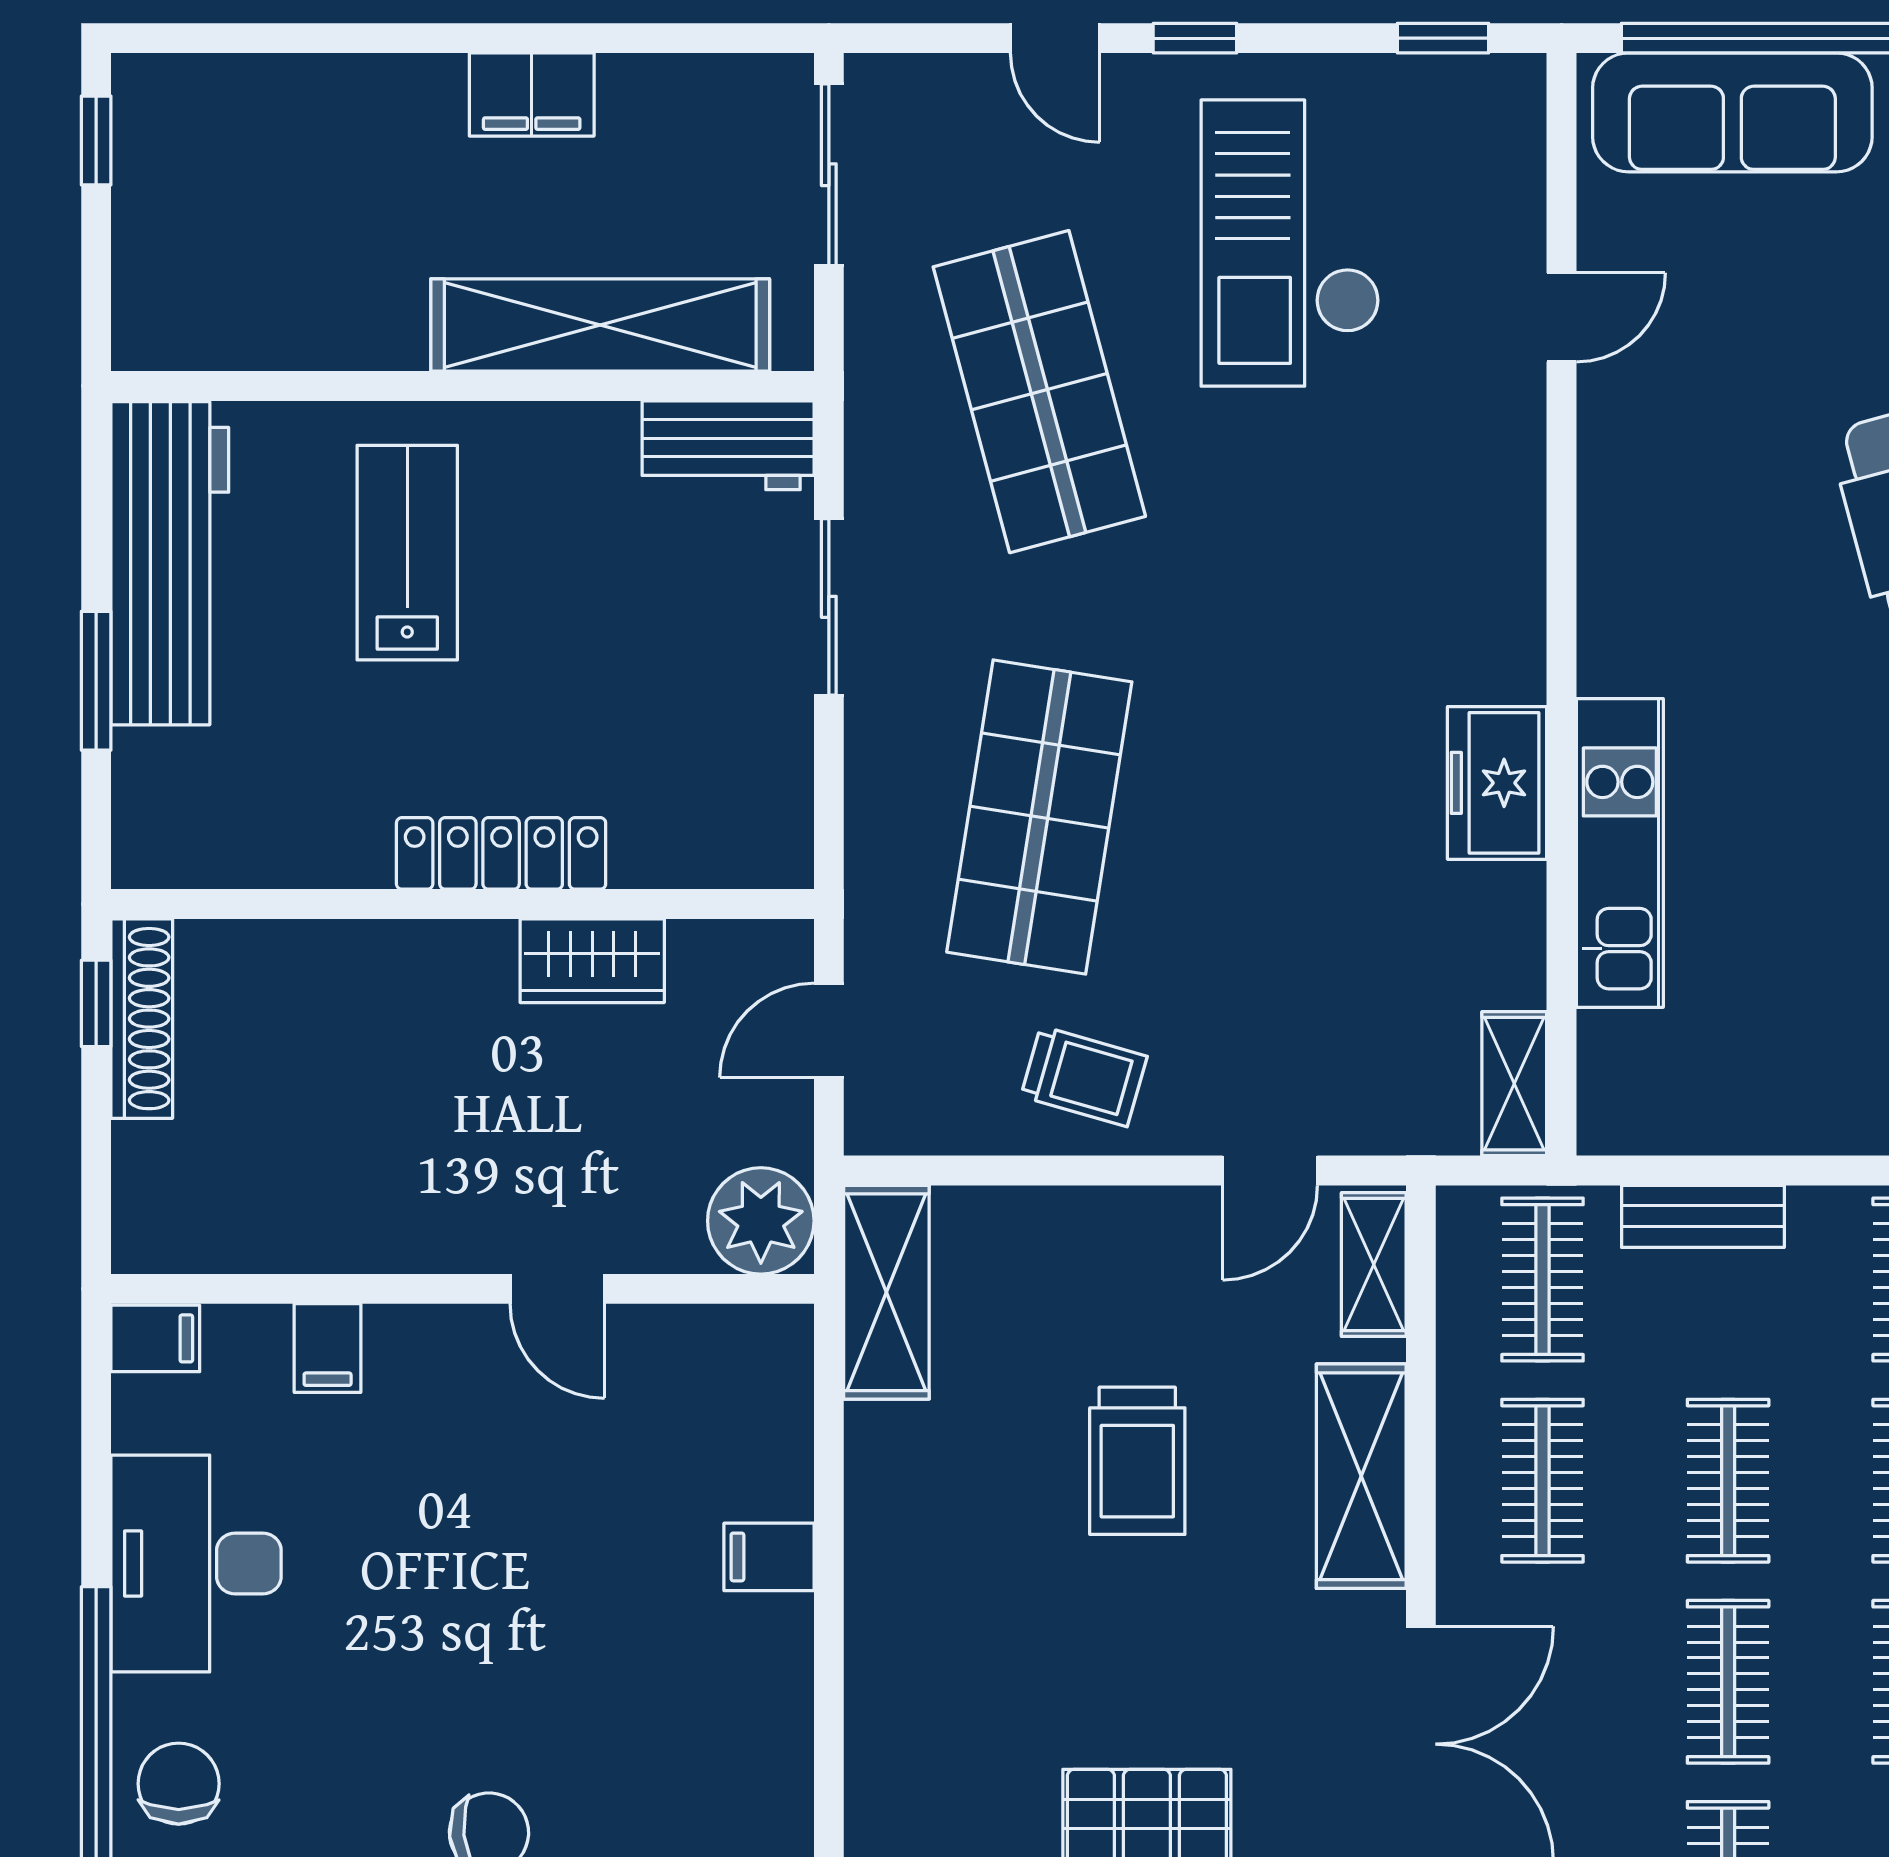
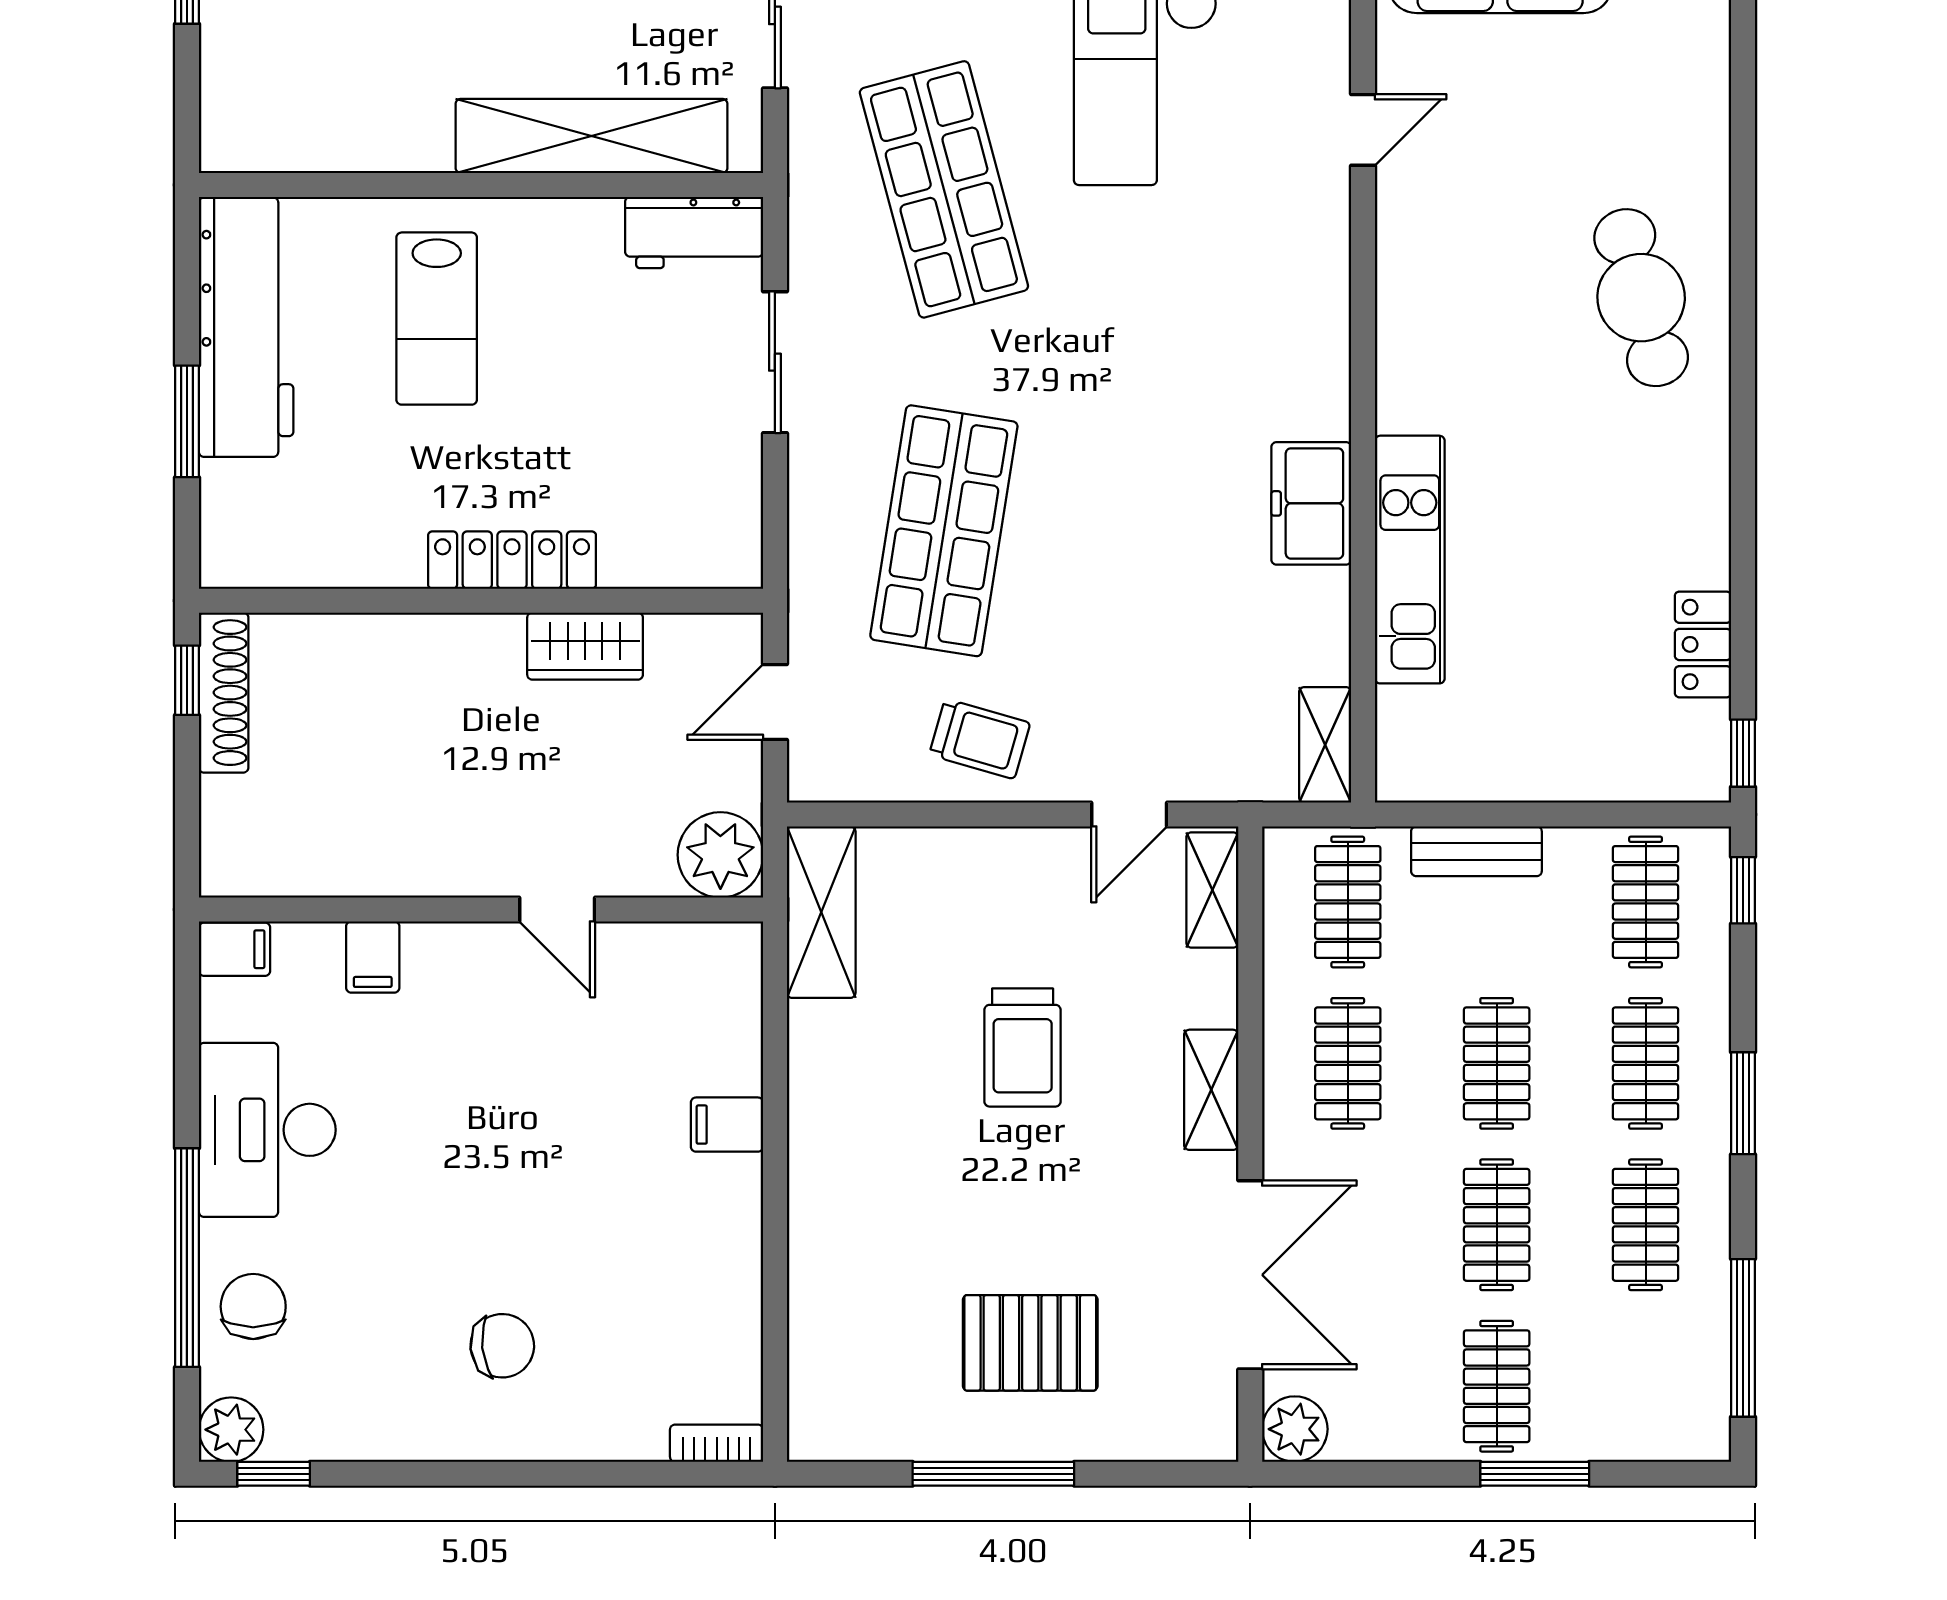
lab bench: (407, 553) -> (437, 319), turned 180
shelving: (1361, 1476) -> (1211, 1090), width x0.67, depth x0.75

